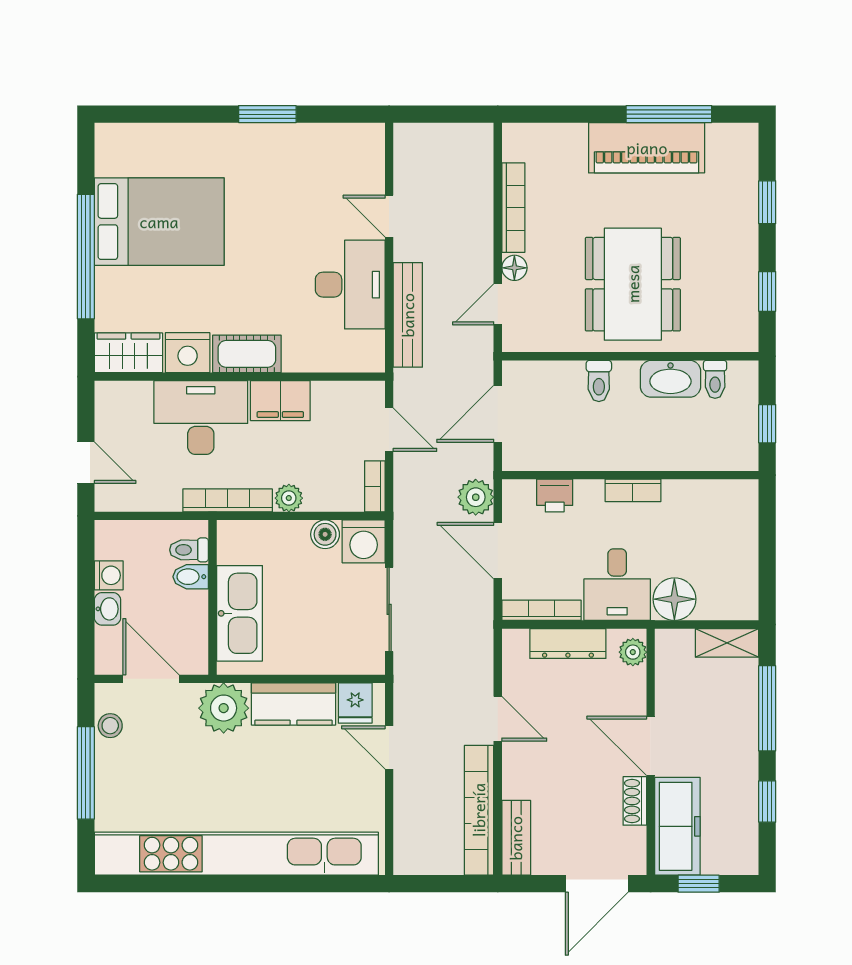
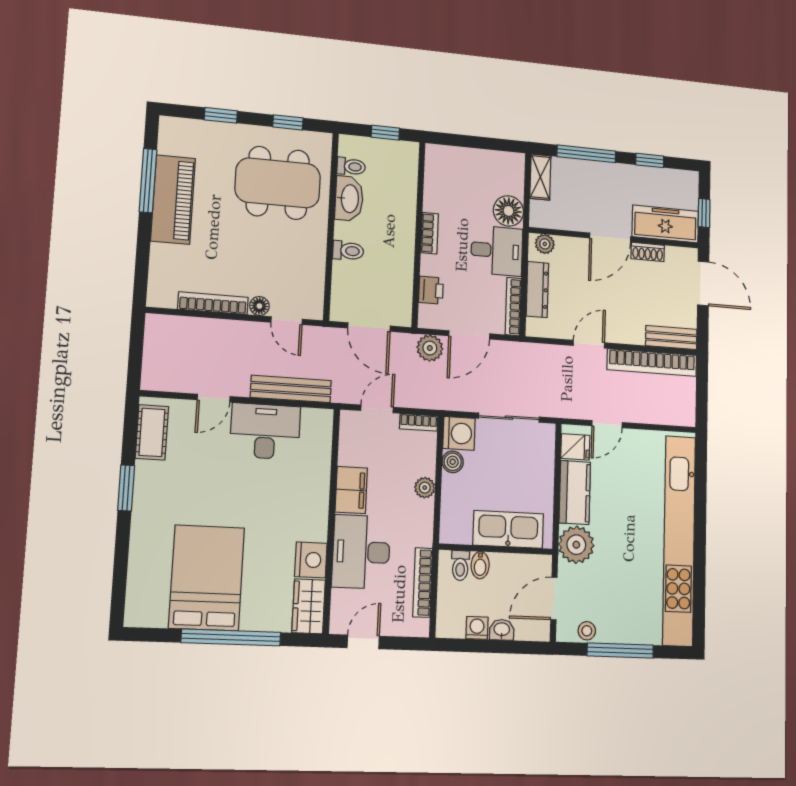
dining table: (633, 284) -> (278, 183), moved
cot: (247, 354) -> (152, 432), moved
door: (86, 463) -> (363, 642), moved
bookcase: (228, 500) -> (423, 583), moved

